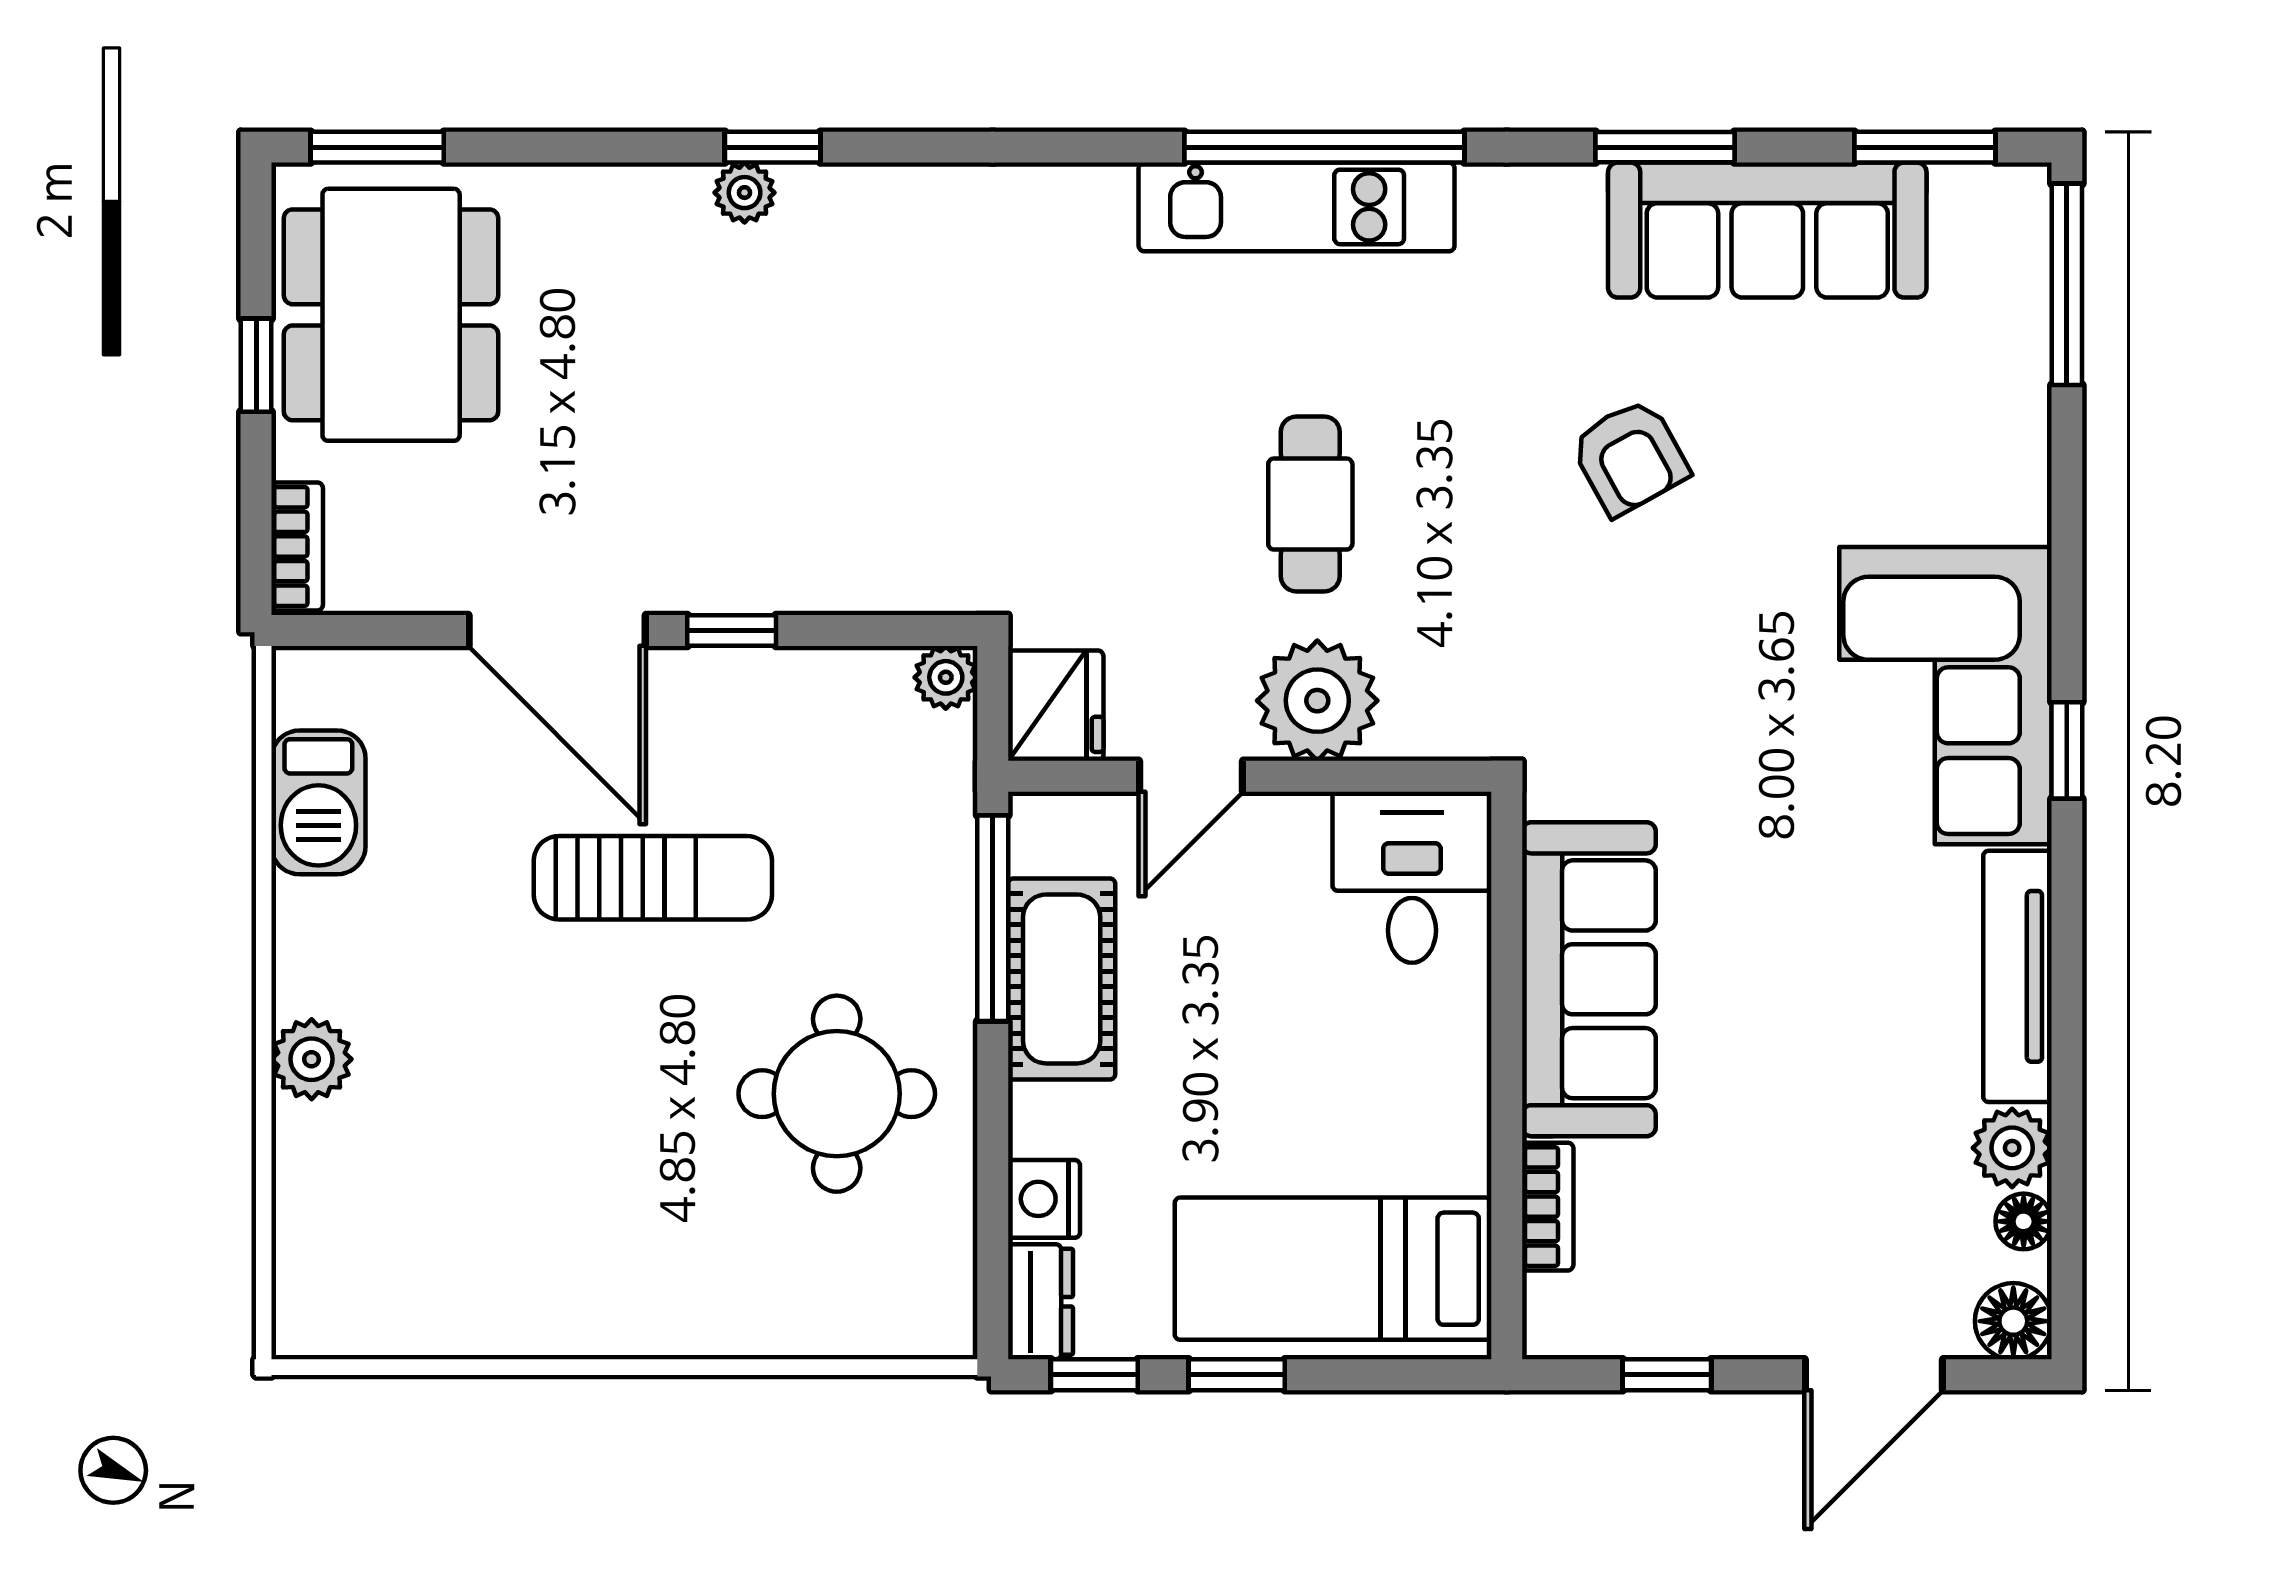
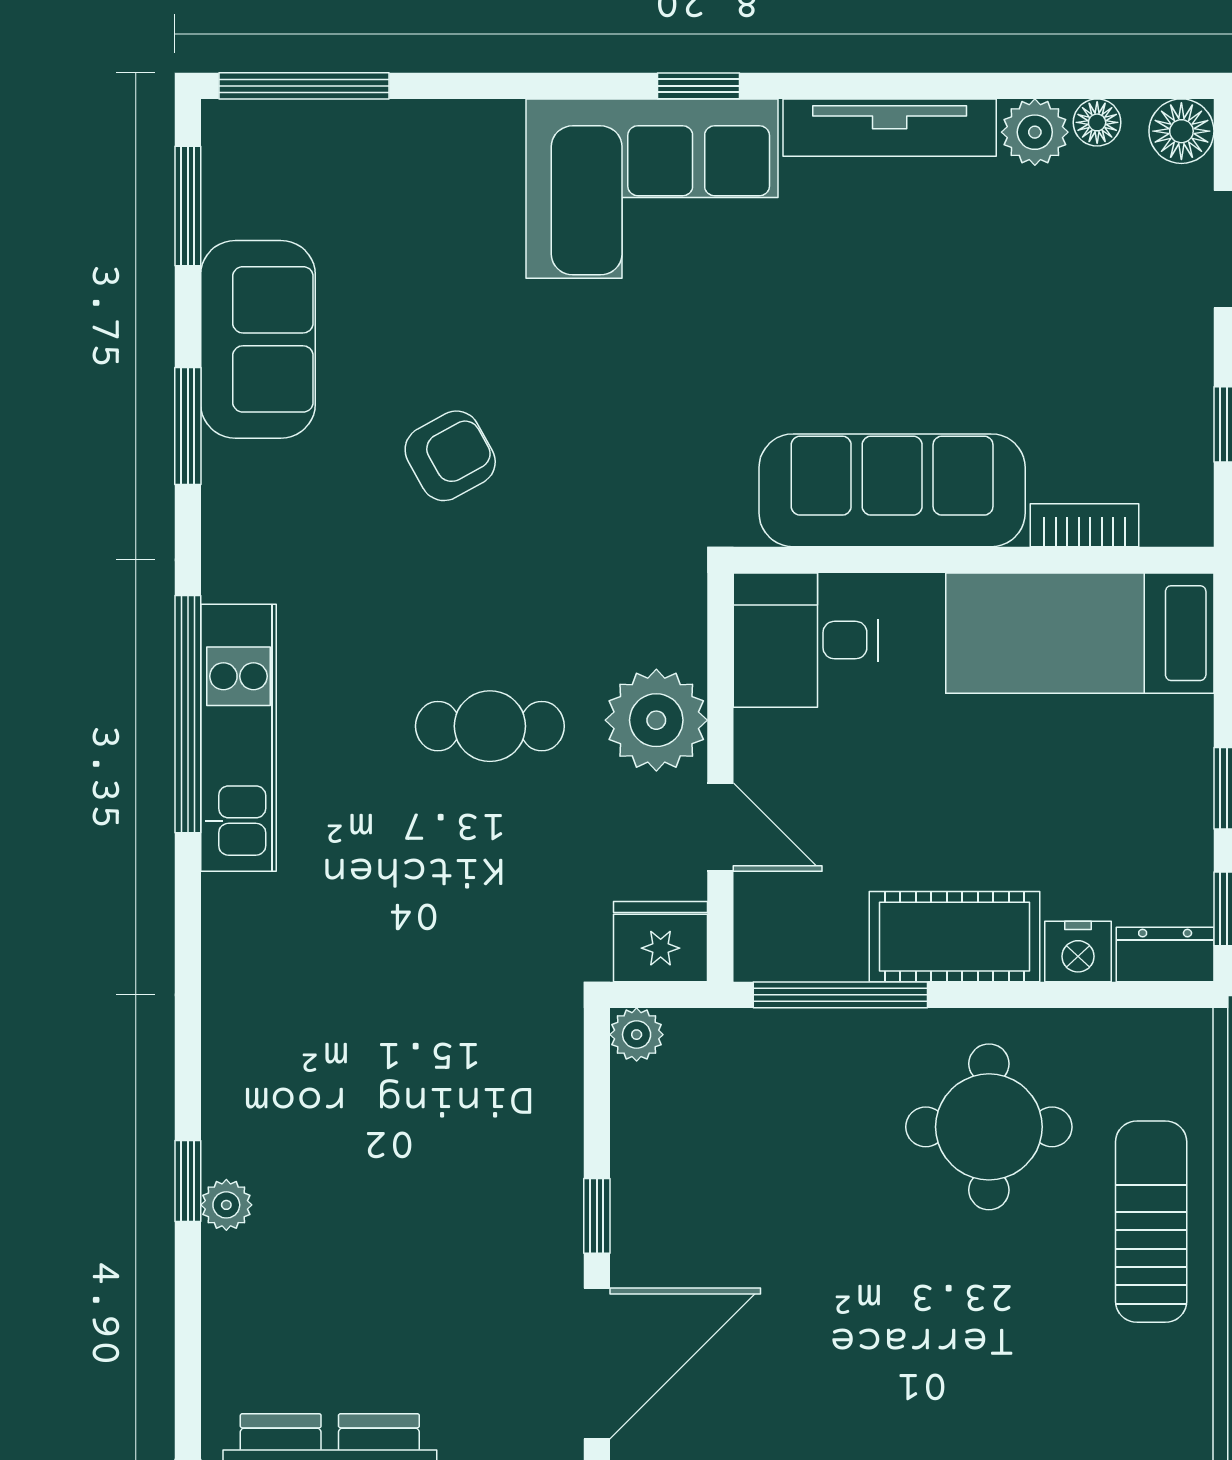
sofa: (1767, 230) -> (258, 339), width x0.73
sun lounger: (653, 878) -> (1151, 1222), moved
cot: (1062, 979) -> (955, 937), moved
bed: (1333, 1269) -> (1080, 633), moved, turned 90

